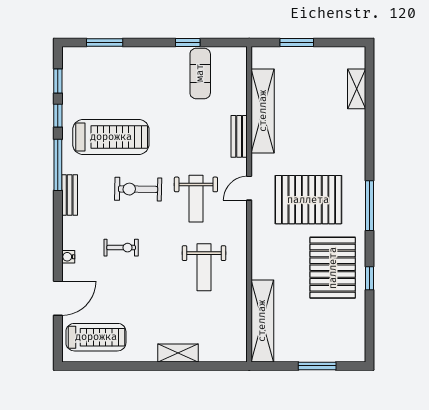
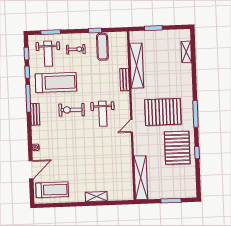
door: (249, 188) -> (132, 126), moved
exercise bike: (121, 248) -> (76, 49), moved
weight bench: (204, 267) -> (48, 54), moved

